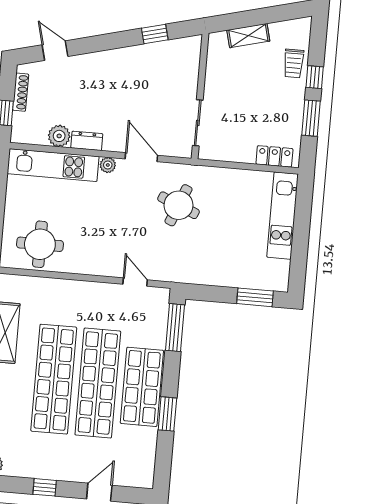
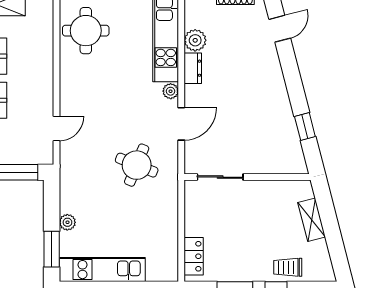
kitchen unit: (283, 216) -> (102, 270), moved
plant: (230, 279) -> (67, 222), added

